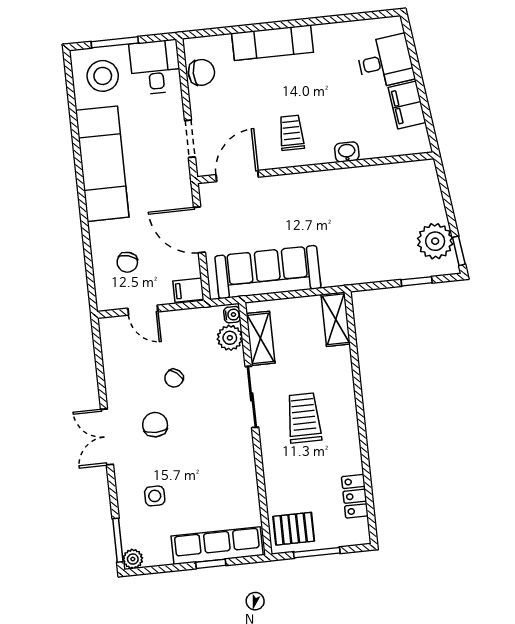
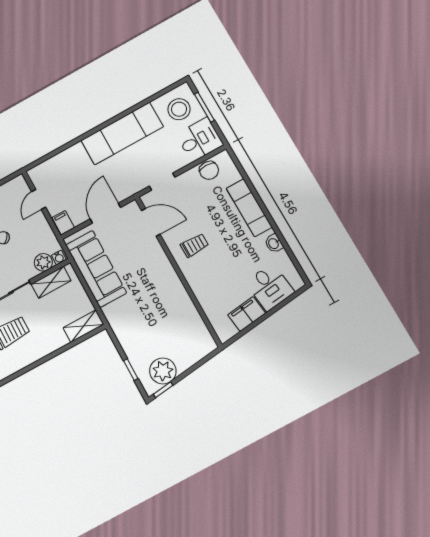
washbasin: (347, 152) -> (274, 243), moved, turned 180
chair: (127, 262) -> (65, 176), removed

